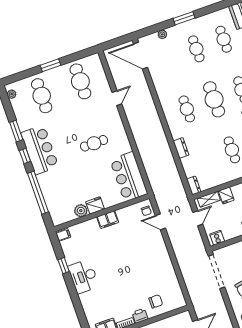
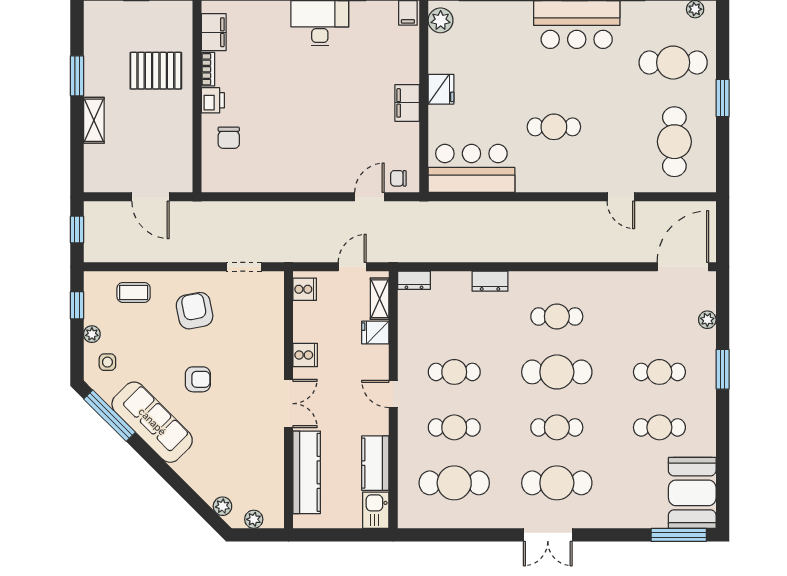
cafe table: (80, 81) -> (674, 142), turned 90
cafe table: (94, 143) -> (554, 127), turned 90
plant: (81, 211) -> (441, 20), moved
door: (198, 218) -> (352, 267), swing flipped
doorway: (216, 271) -> (244, 267), width x0.53

